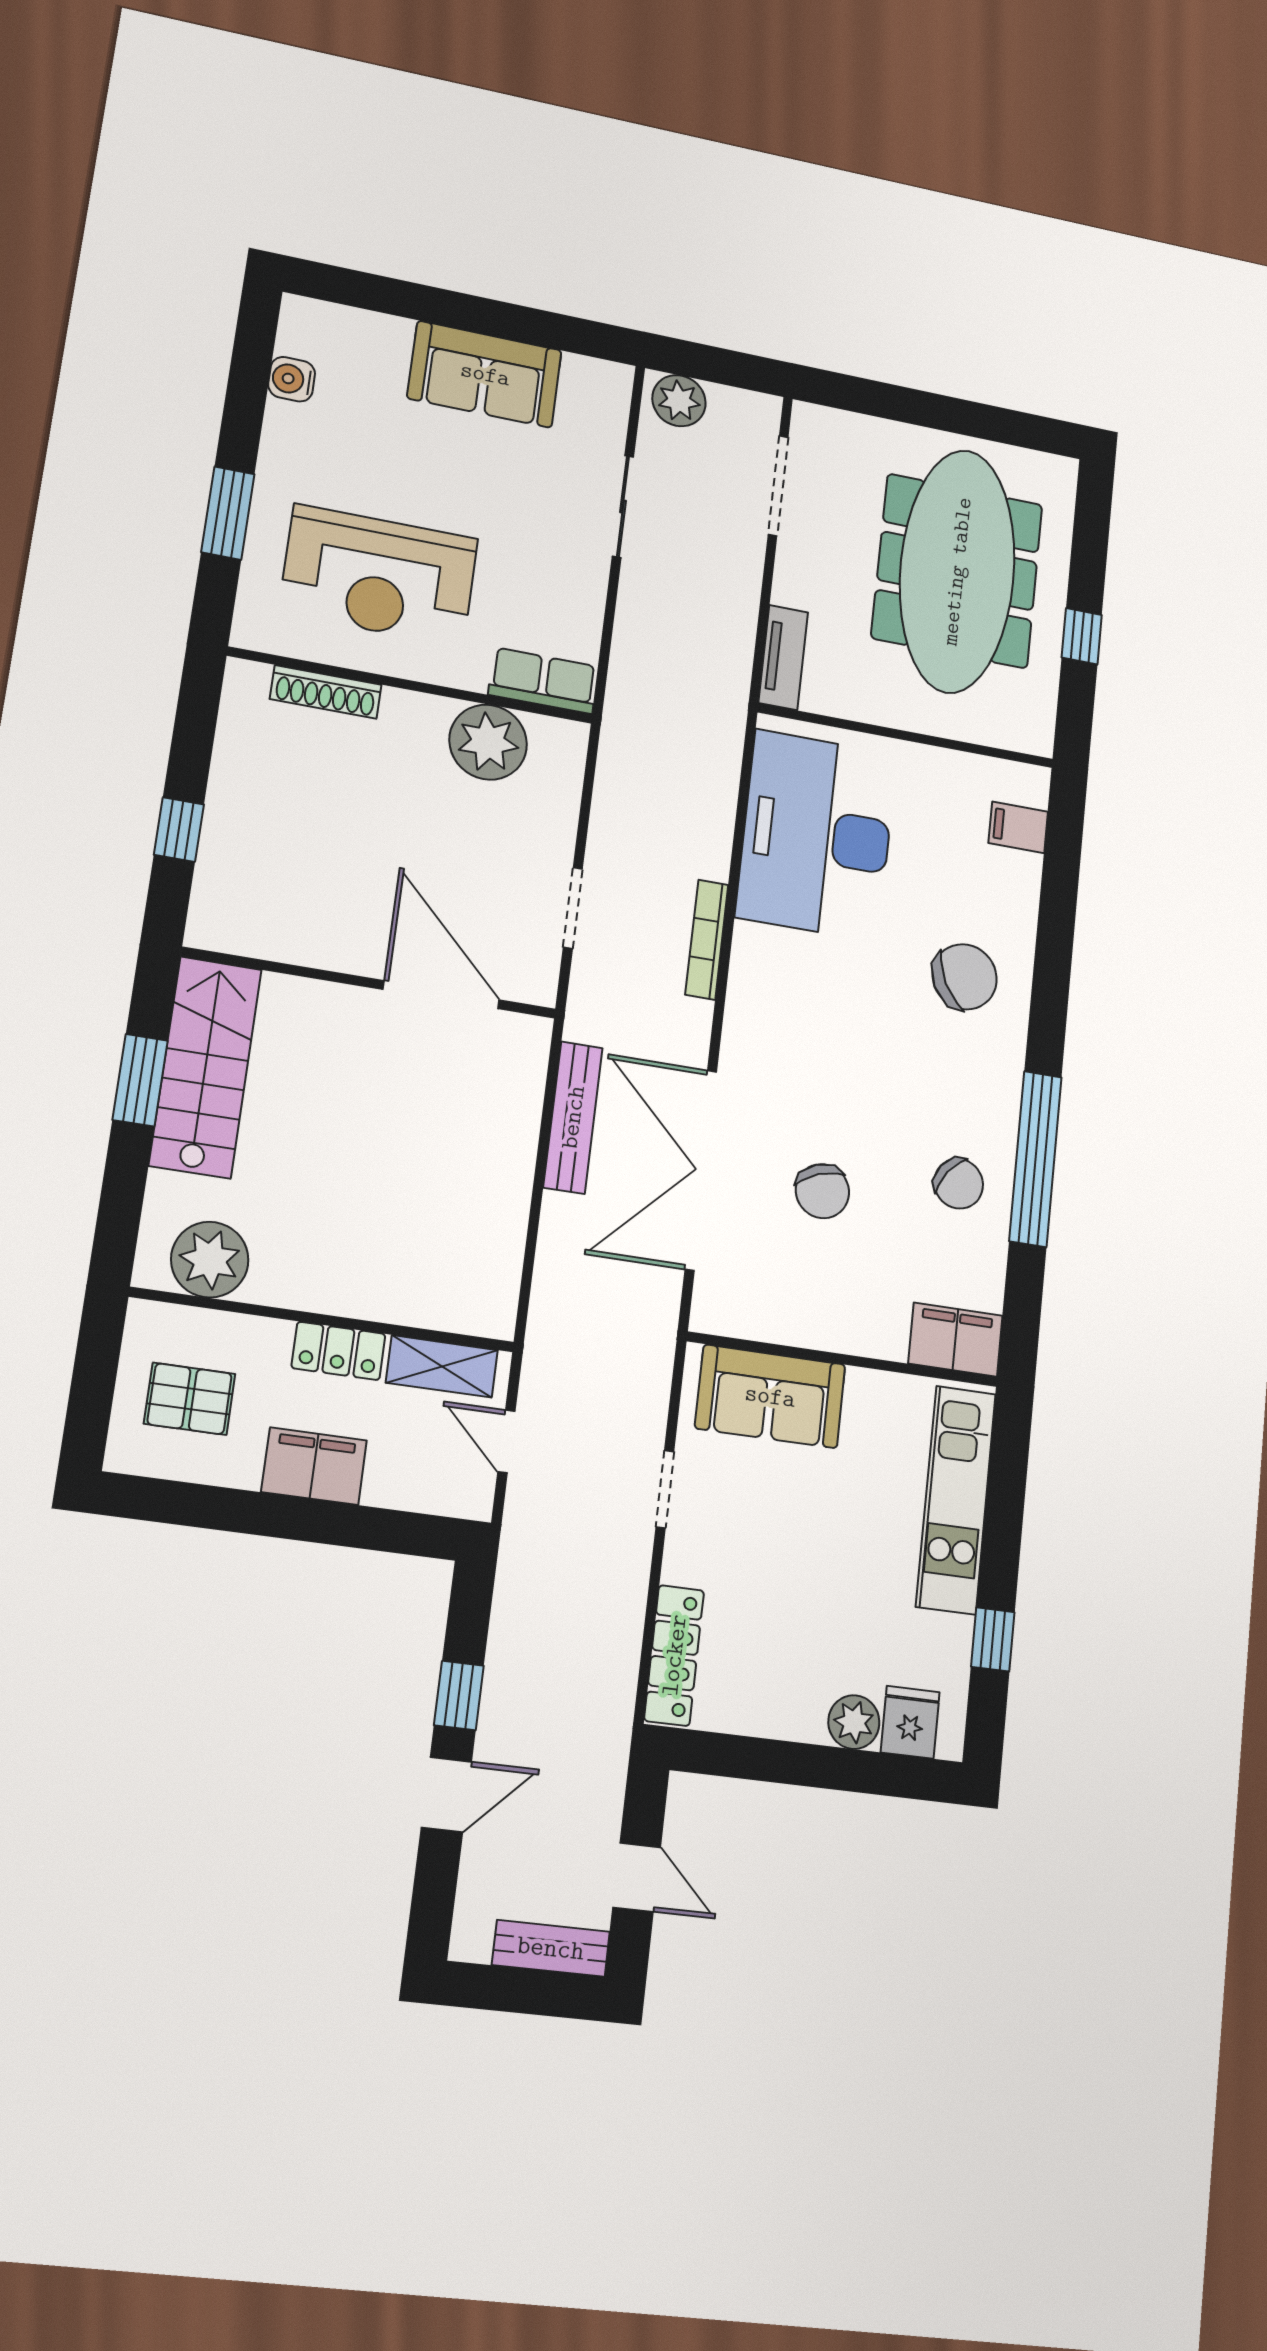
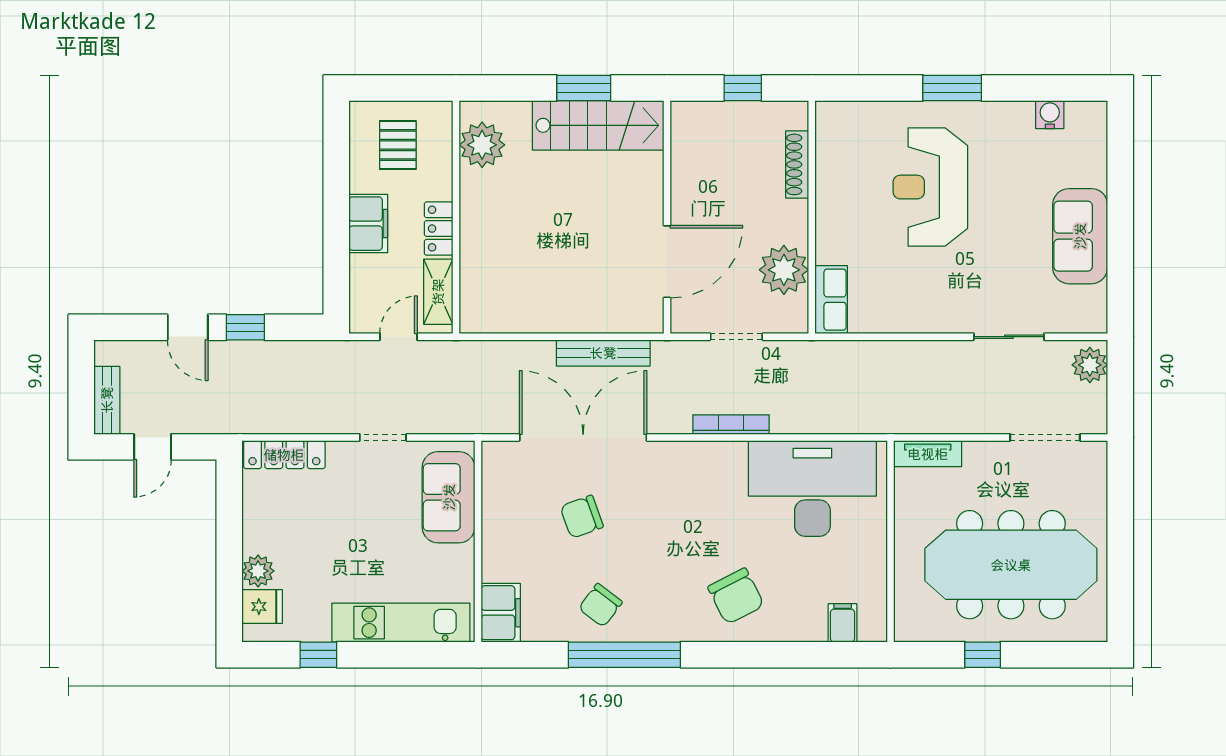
row of seats: (543, 681) -> (831, 300), moved
wall: (412, 685) -> (812, 217), moved
shoe rack: (326, 692) -> (797, 164), moved
plant: (488, 742) -> (784, 270), moved

